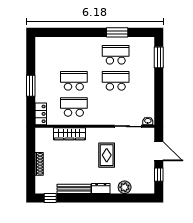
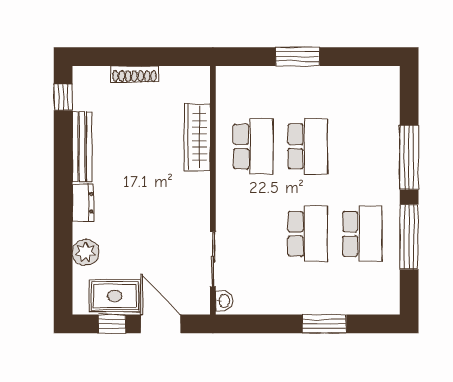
window: (79, 32) -> (409, 157), added
window: (117, 32) -> (409, 237), width x1.44
window: (159, 57) -> (324, 324), moved
locker: (41, 114) -> (239, 77), removed
door: (159, 151) -> (161, 324), swing flipped
rug: (107, 155) -> (115, 296), moved

